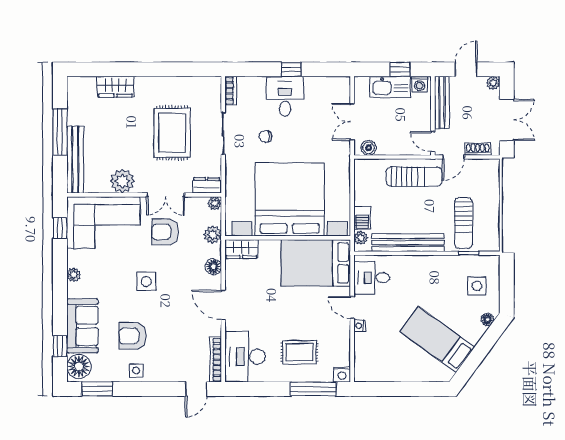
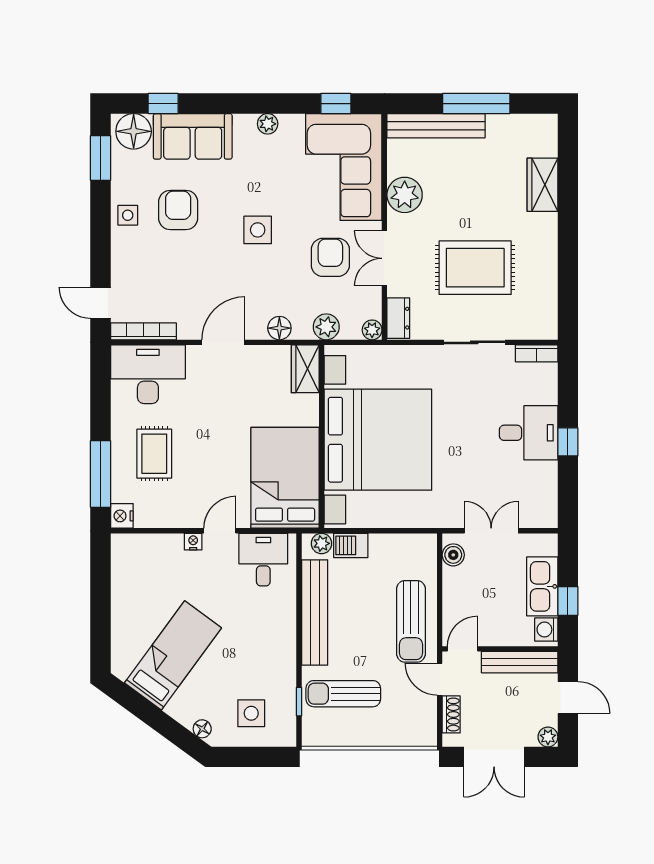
chair: (265, 136) -> (470, 404), removed

